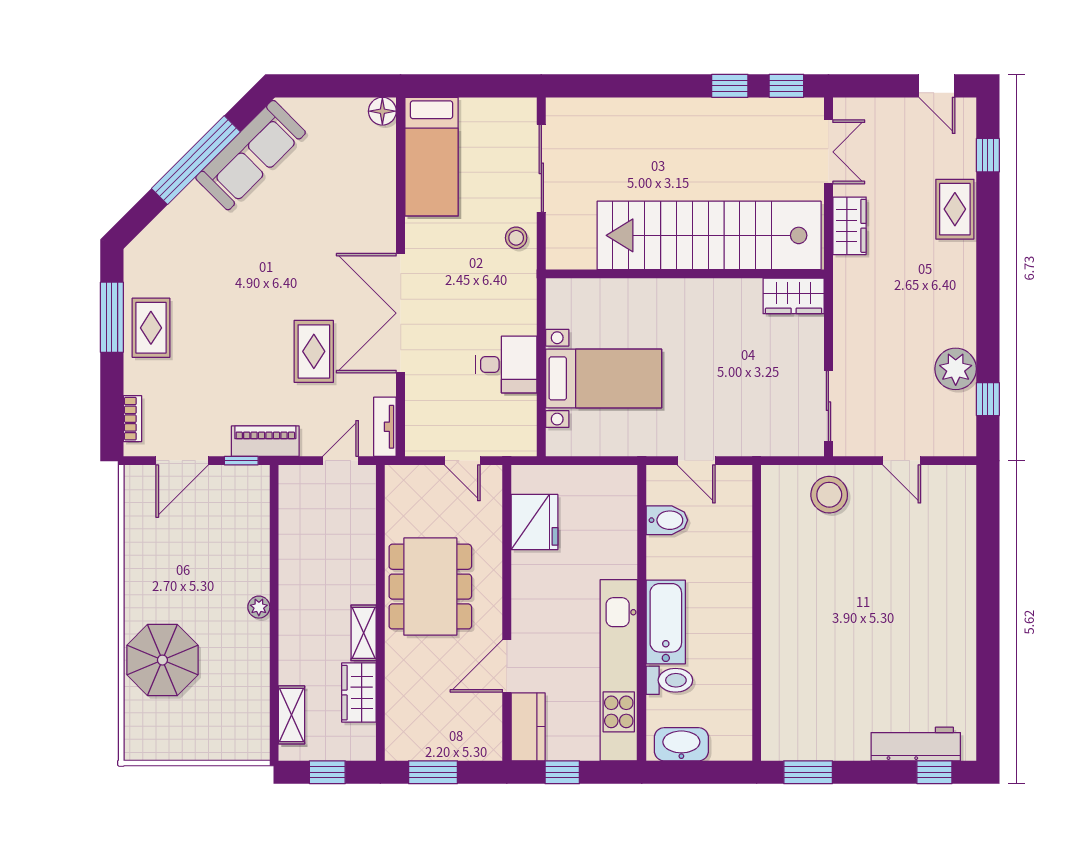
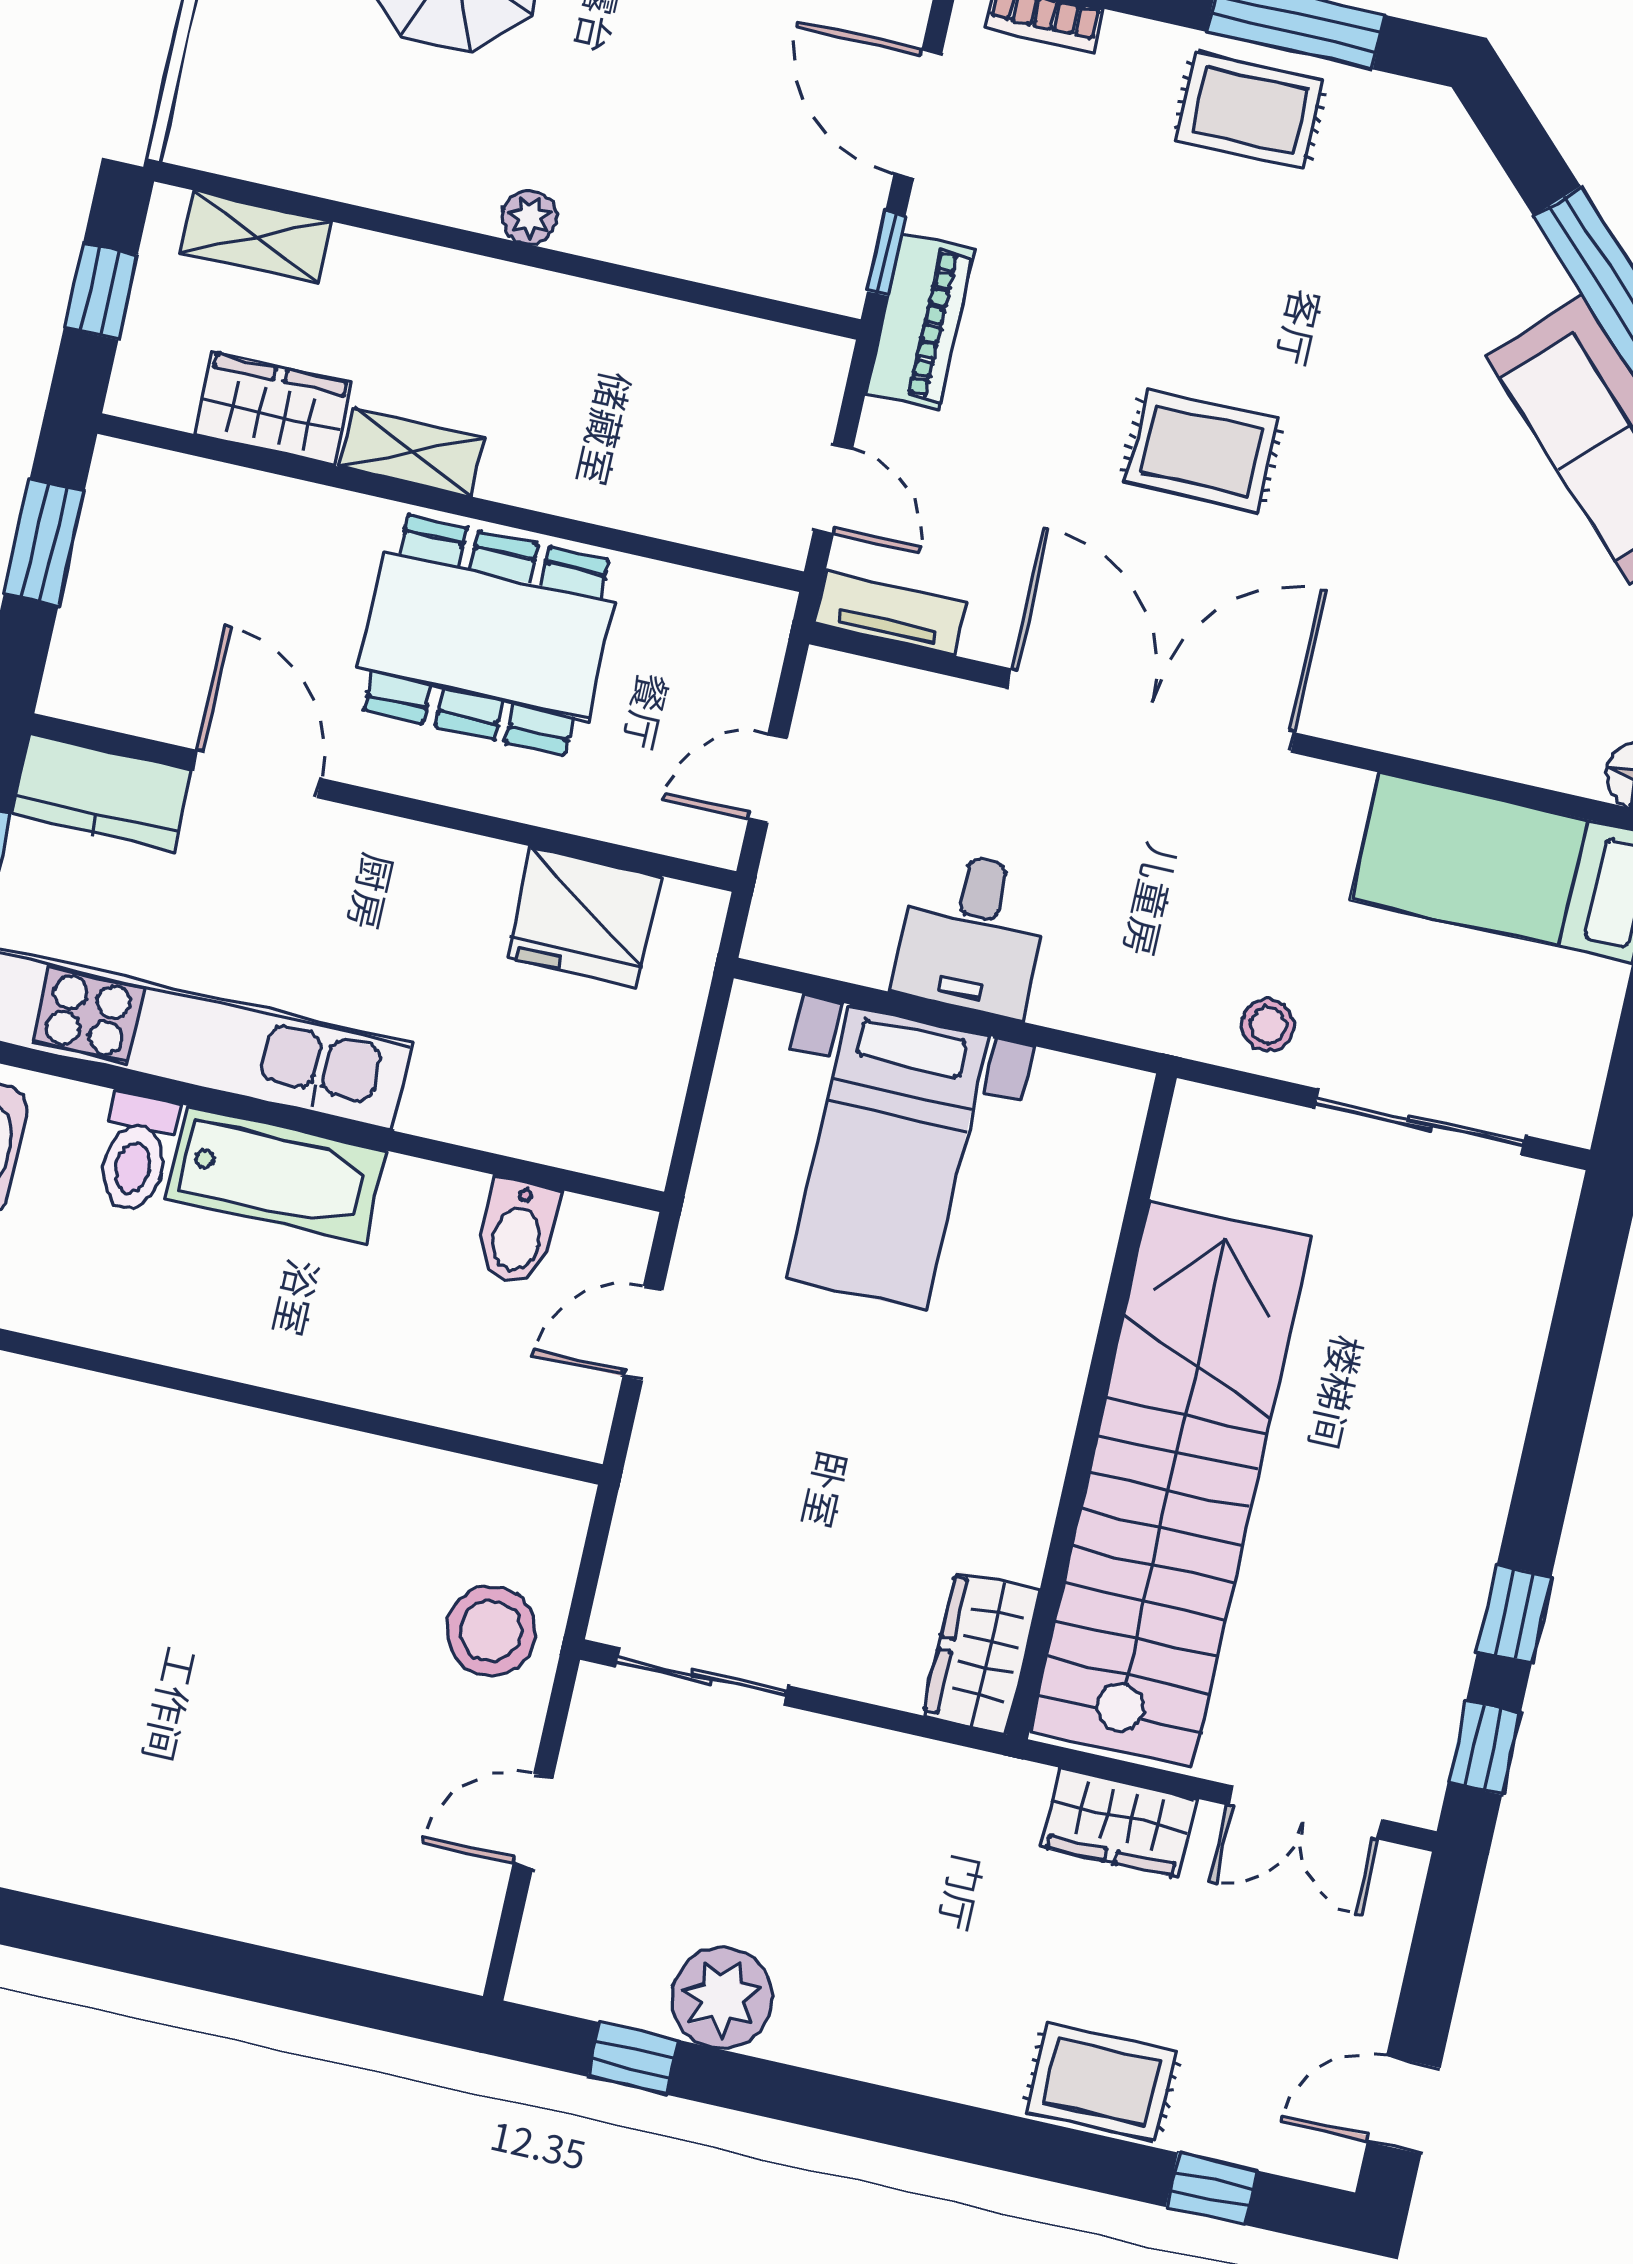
rug: (314, 351) -> (1202, 451), moved

